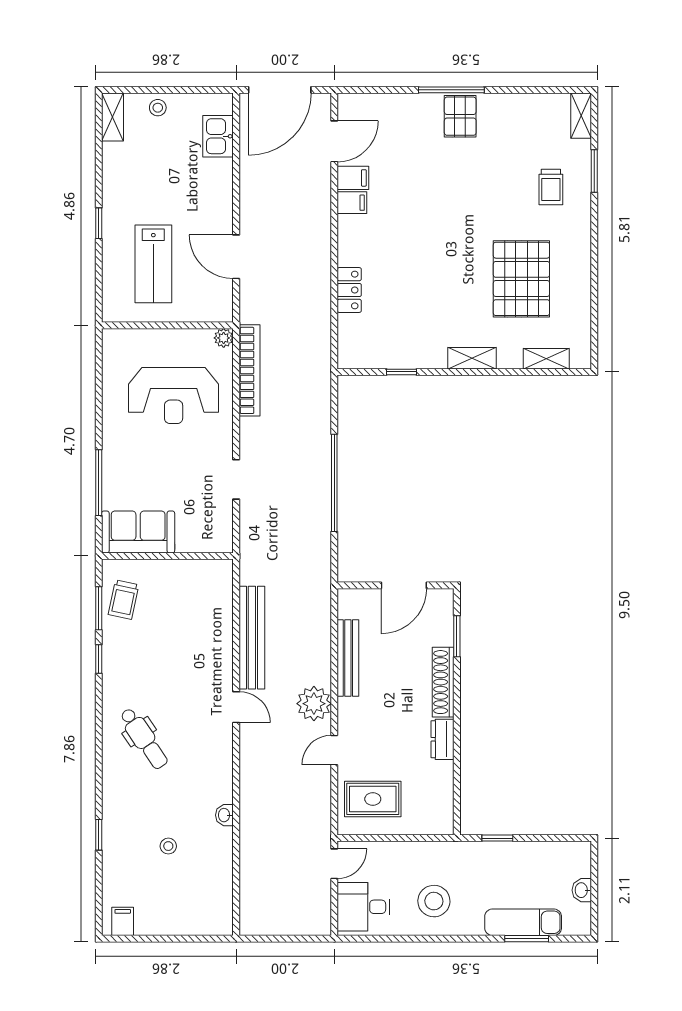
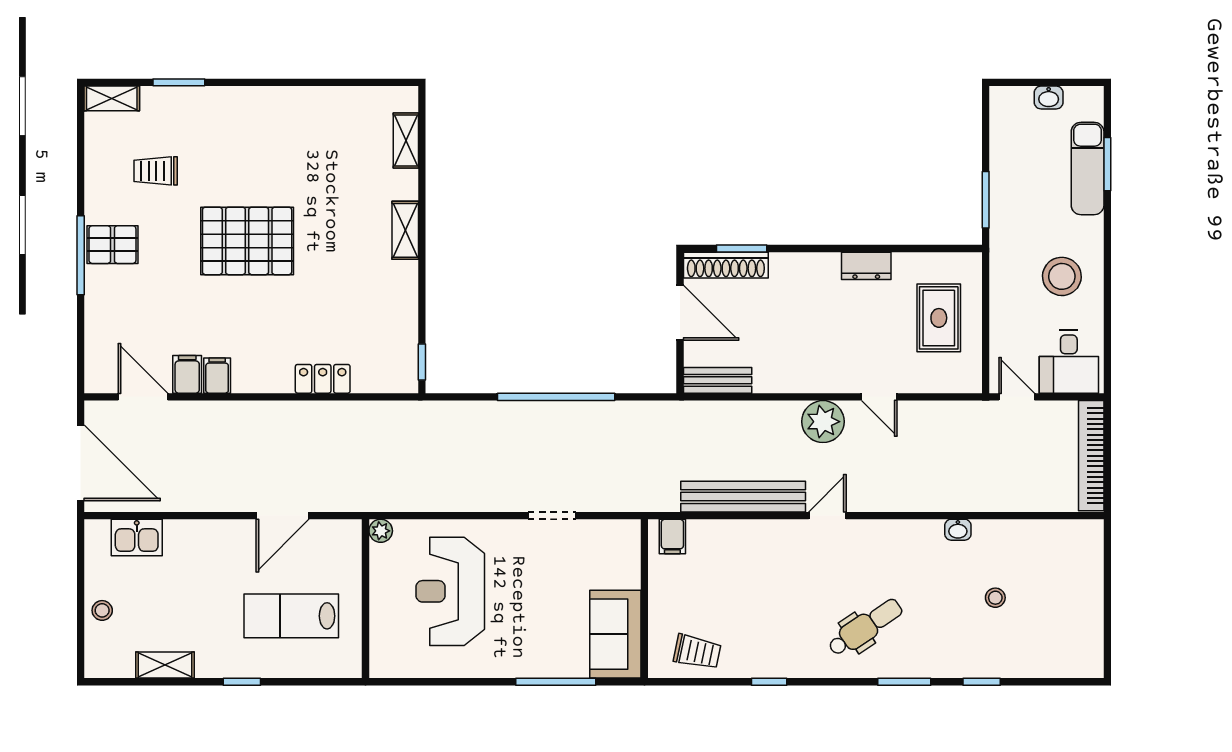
shelving: (113, 117) -> (165, 665), moved
trolley: (551, 187) -> (156, 171), moved, turned 180
lab bench: (153, 264) -> (291, 616), turned 180
pallet: (521, 279) -> (247, 241), moved
bookcase: (249, 370) -> (1091, 456), moved, turned -90
window: (402, 372) -> (422, 362), moved
reception desk: (174, 395) -> (450, 591), turned 180
window: (99, 608) -> (904, 682), moved
bench: (348, 658) -> (718, 380), moved, width x0.73
shoe rack: (443, 682) -> (726, 265), moved
rug: (373, 799) -> (939, 318), moved
window: (497, 838) -> (986, 200), width x1.50
filing cabinet: (123, 921) -> (672, 536), moved, turned -90

